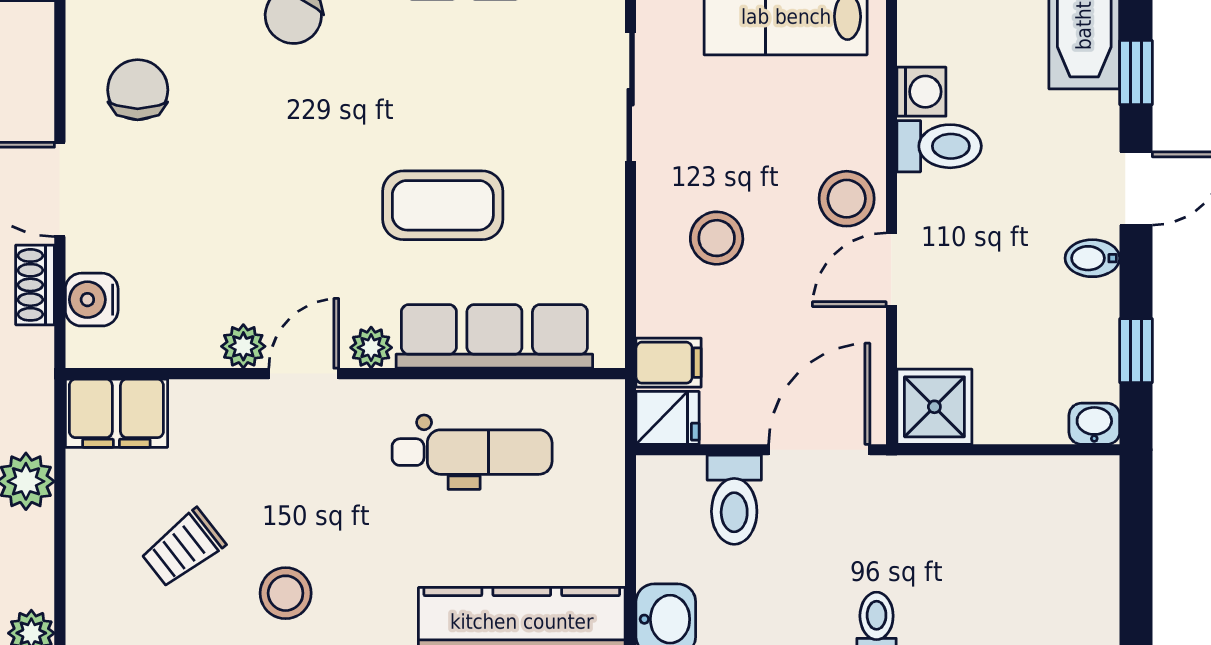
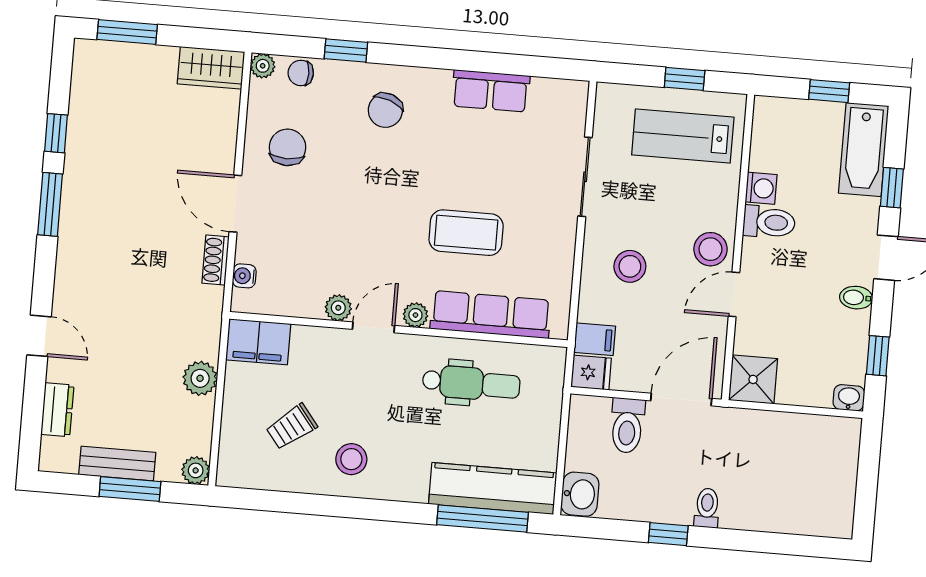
water cooler: (92, 300) -> (244, 276), width x0.72, depth x0.72

